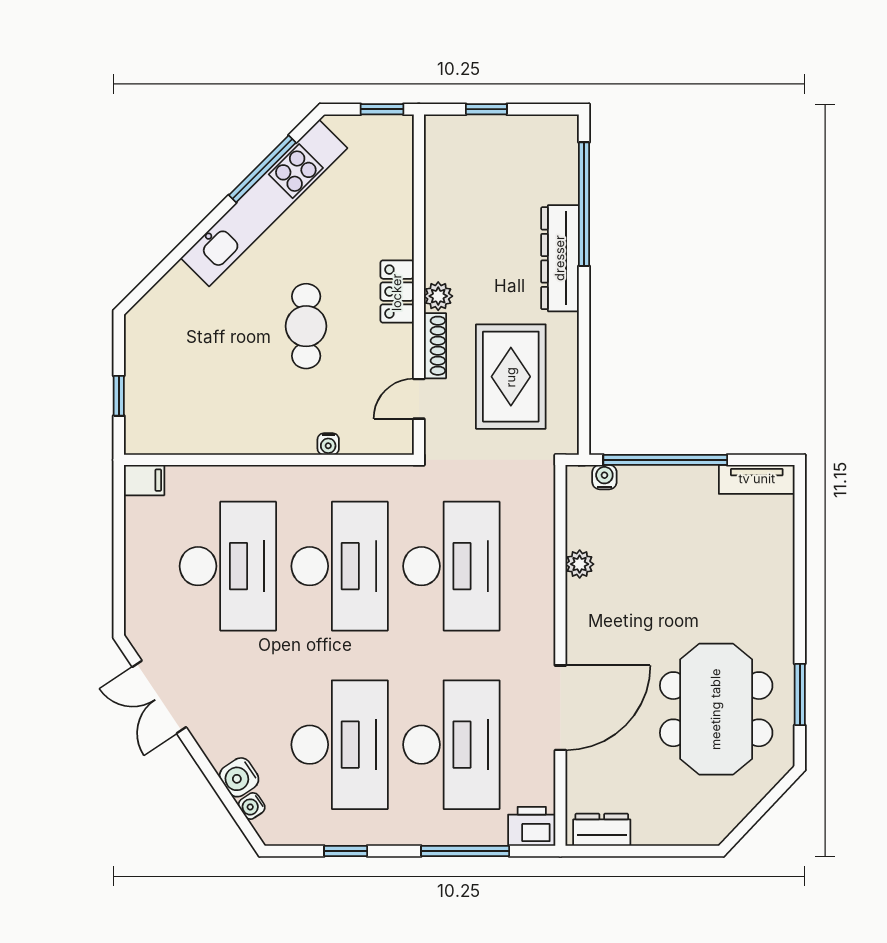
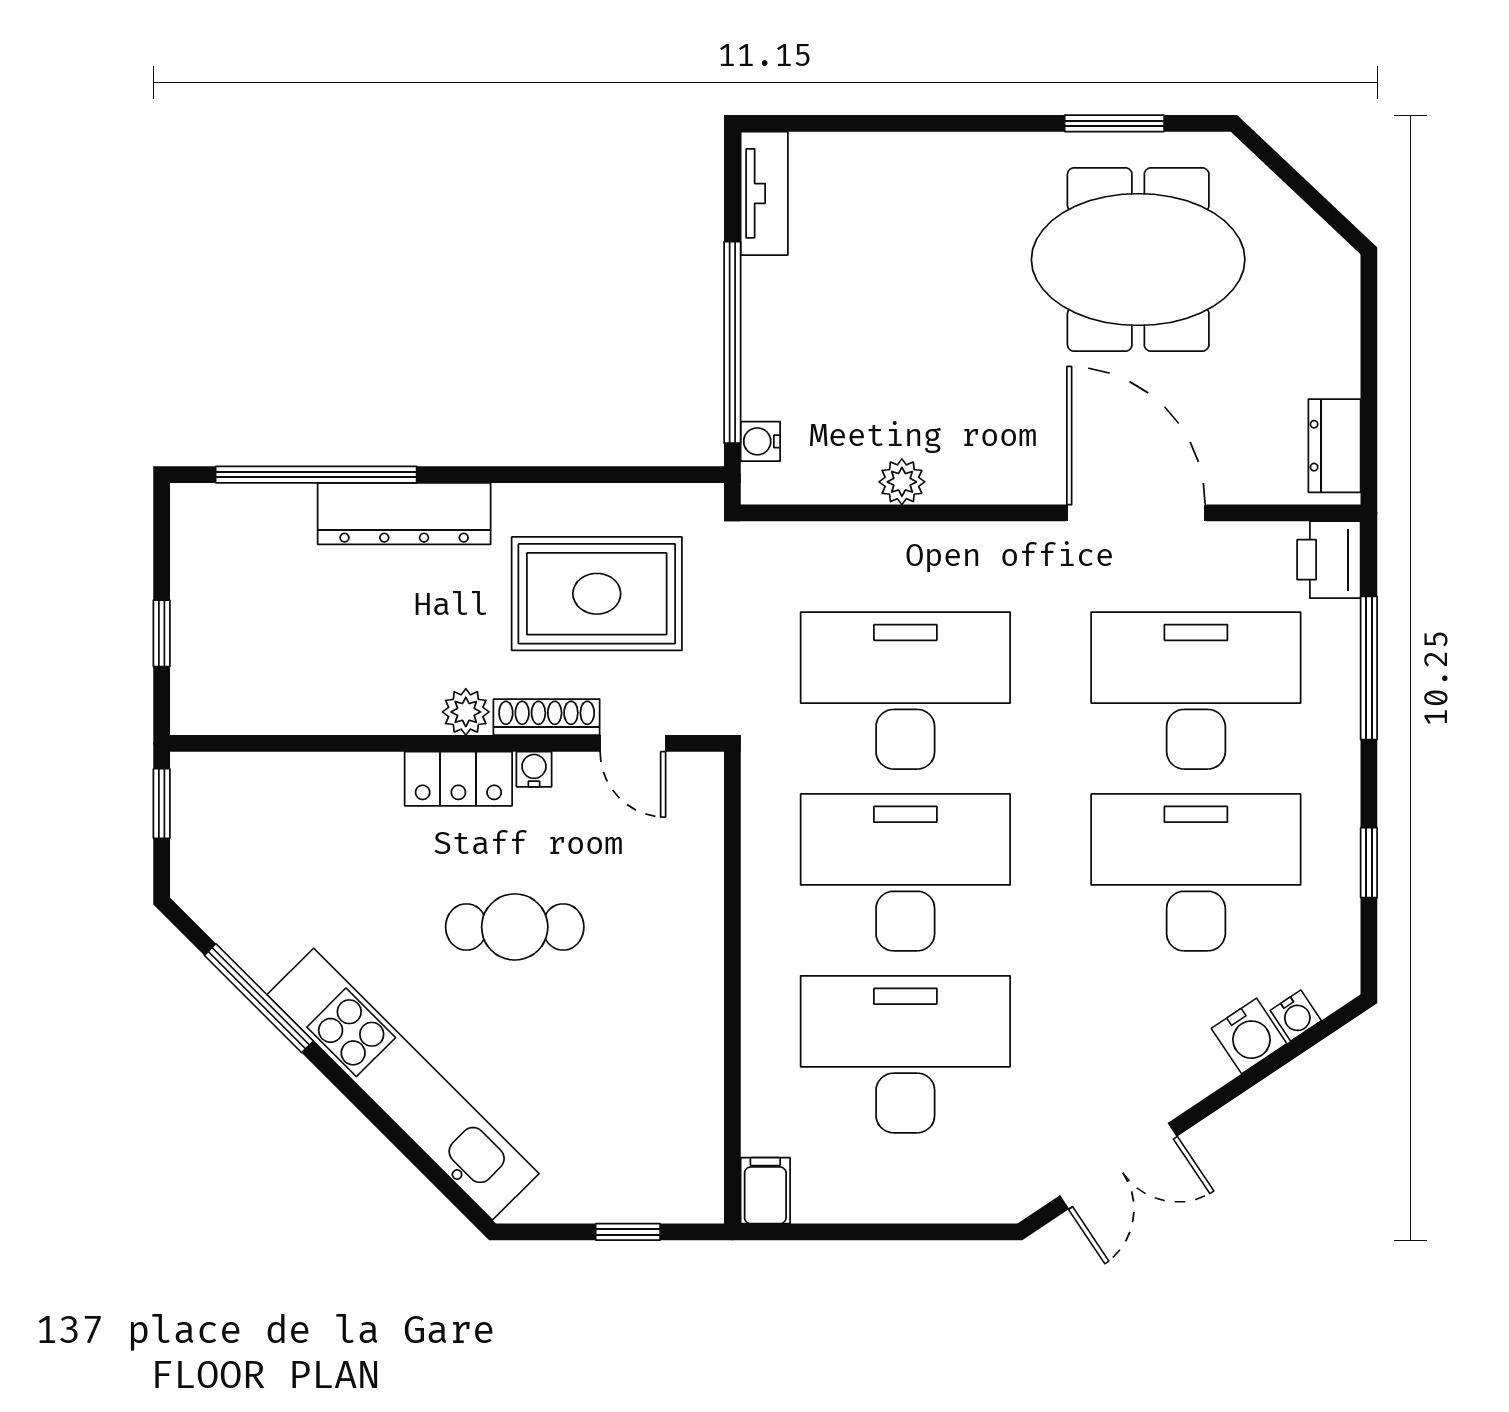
kitchen unit: (264, 203) -> (403, 1084), moved
water cooler: (328, 444) -> (534, 769), moved, turned -90

